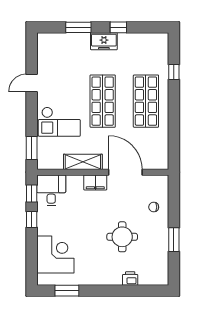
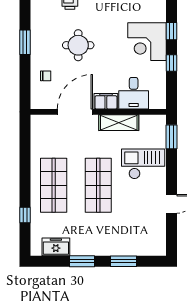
window: (118, 27) -> (82, 261), width x1.50
freezer: (104, 41) -> (56, 247), moved
door: (125, 172) -> (75, 112), swing flipped
desk: (51, 190) -> (134, 93), moved
window: (32, 193) -> (172, 31), moved
corner desk: (55, 255) -> (147, 42), moved

